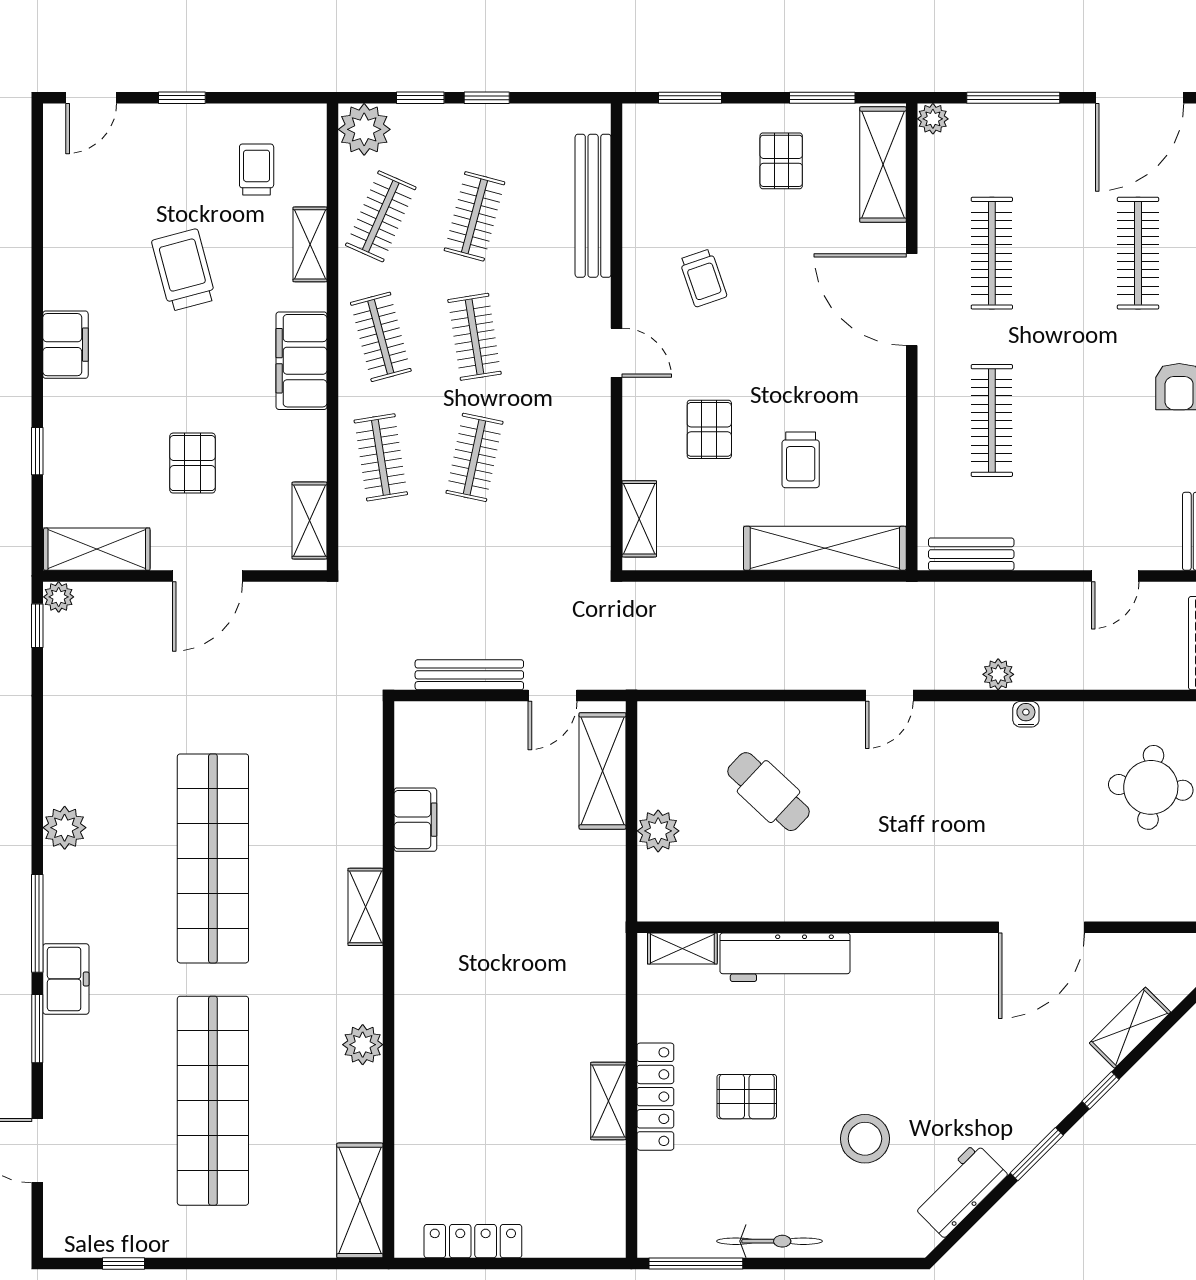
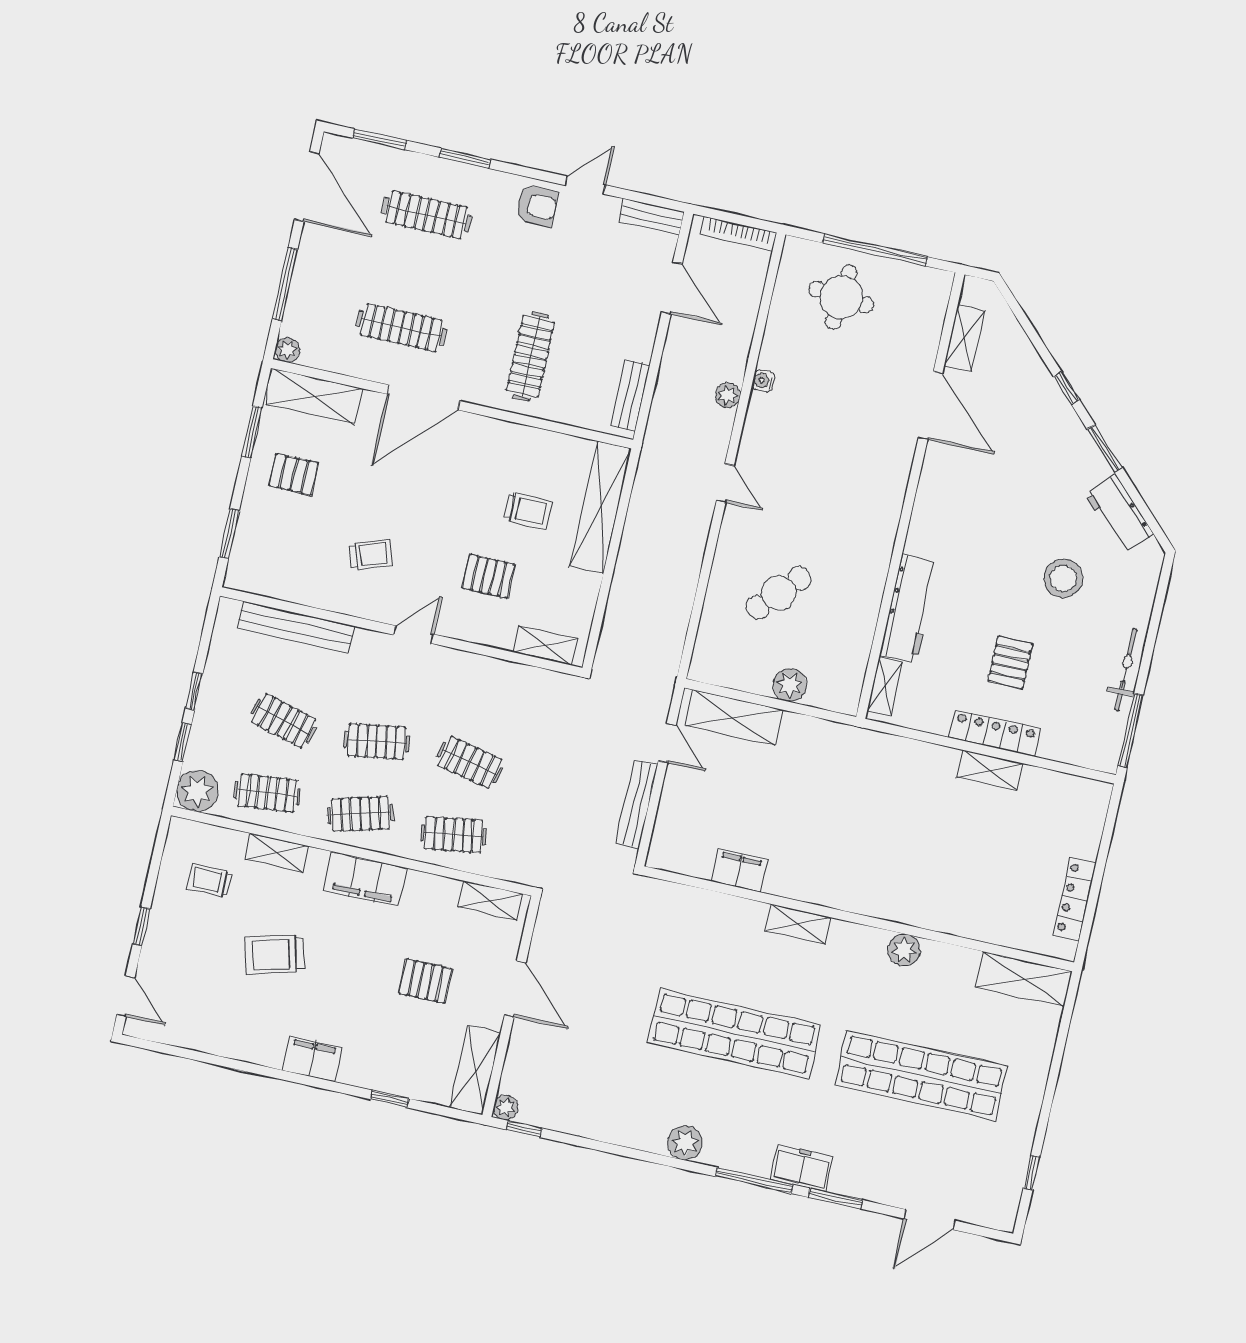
clothes rail: (381, 216) -> (267, 793), turned -30
clothes rail: (992, 420) -> (531, 356), turned 90
door: (1115, 576) -> (672, 288), width x1.38
shelving: (1130, 1028) -> (964, 339), moved, turned 45

